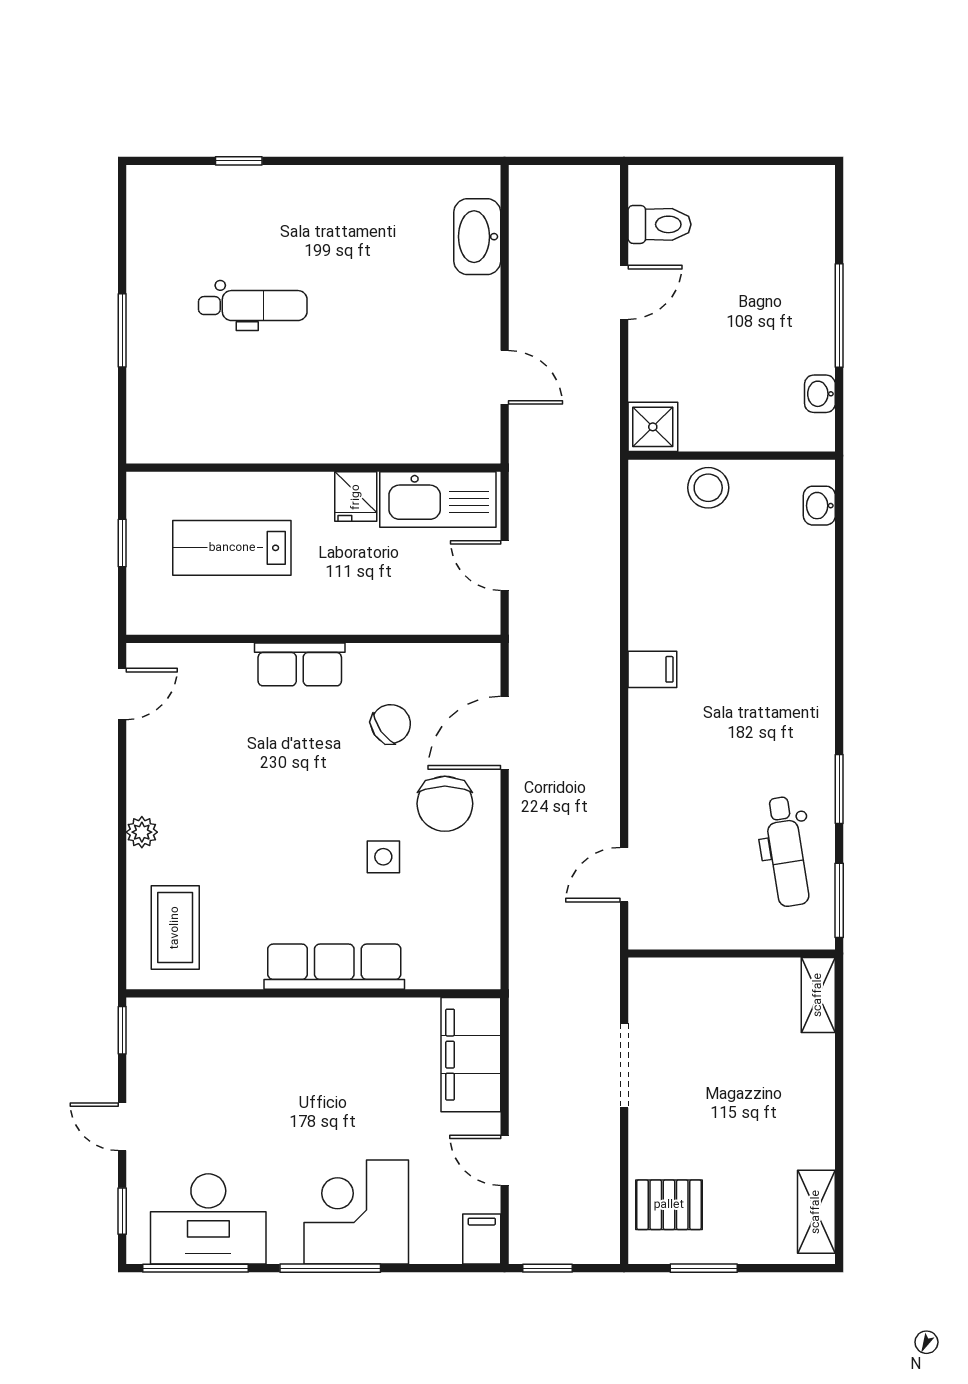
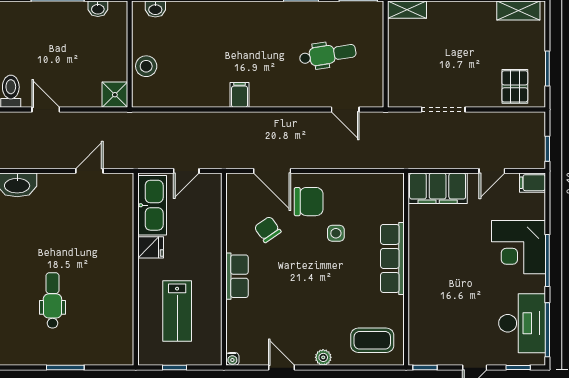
water cooler: (139, 655) -> (232, 359), added
door: (122, 694) -> (282, 368), moved
dental chair: (786, 852) -> (328, 55), moved

